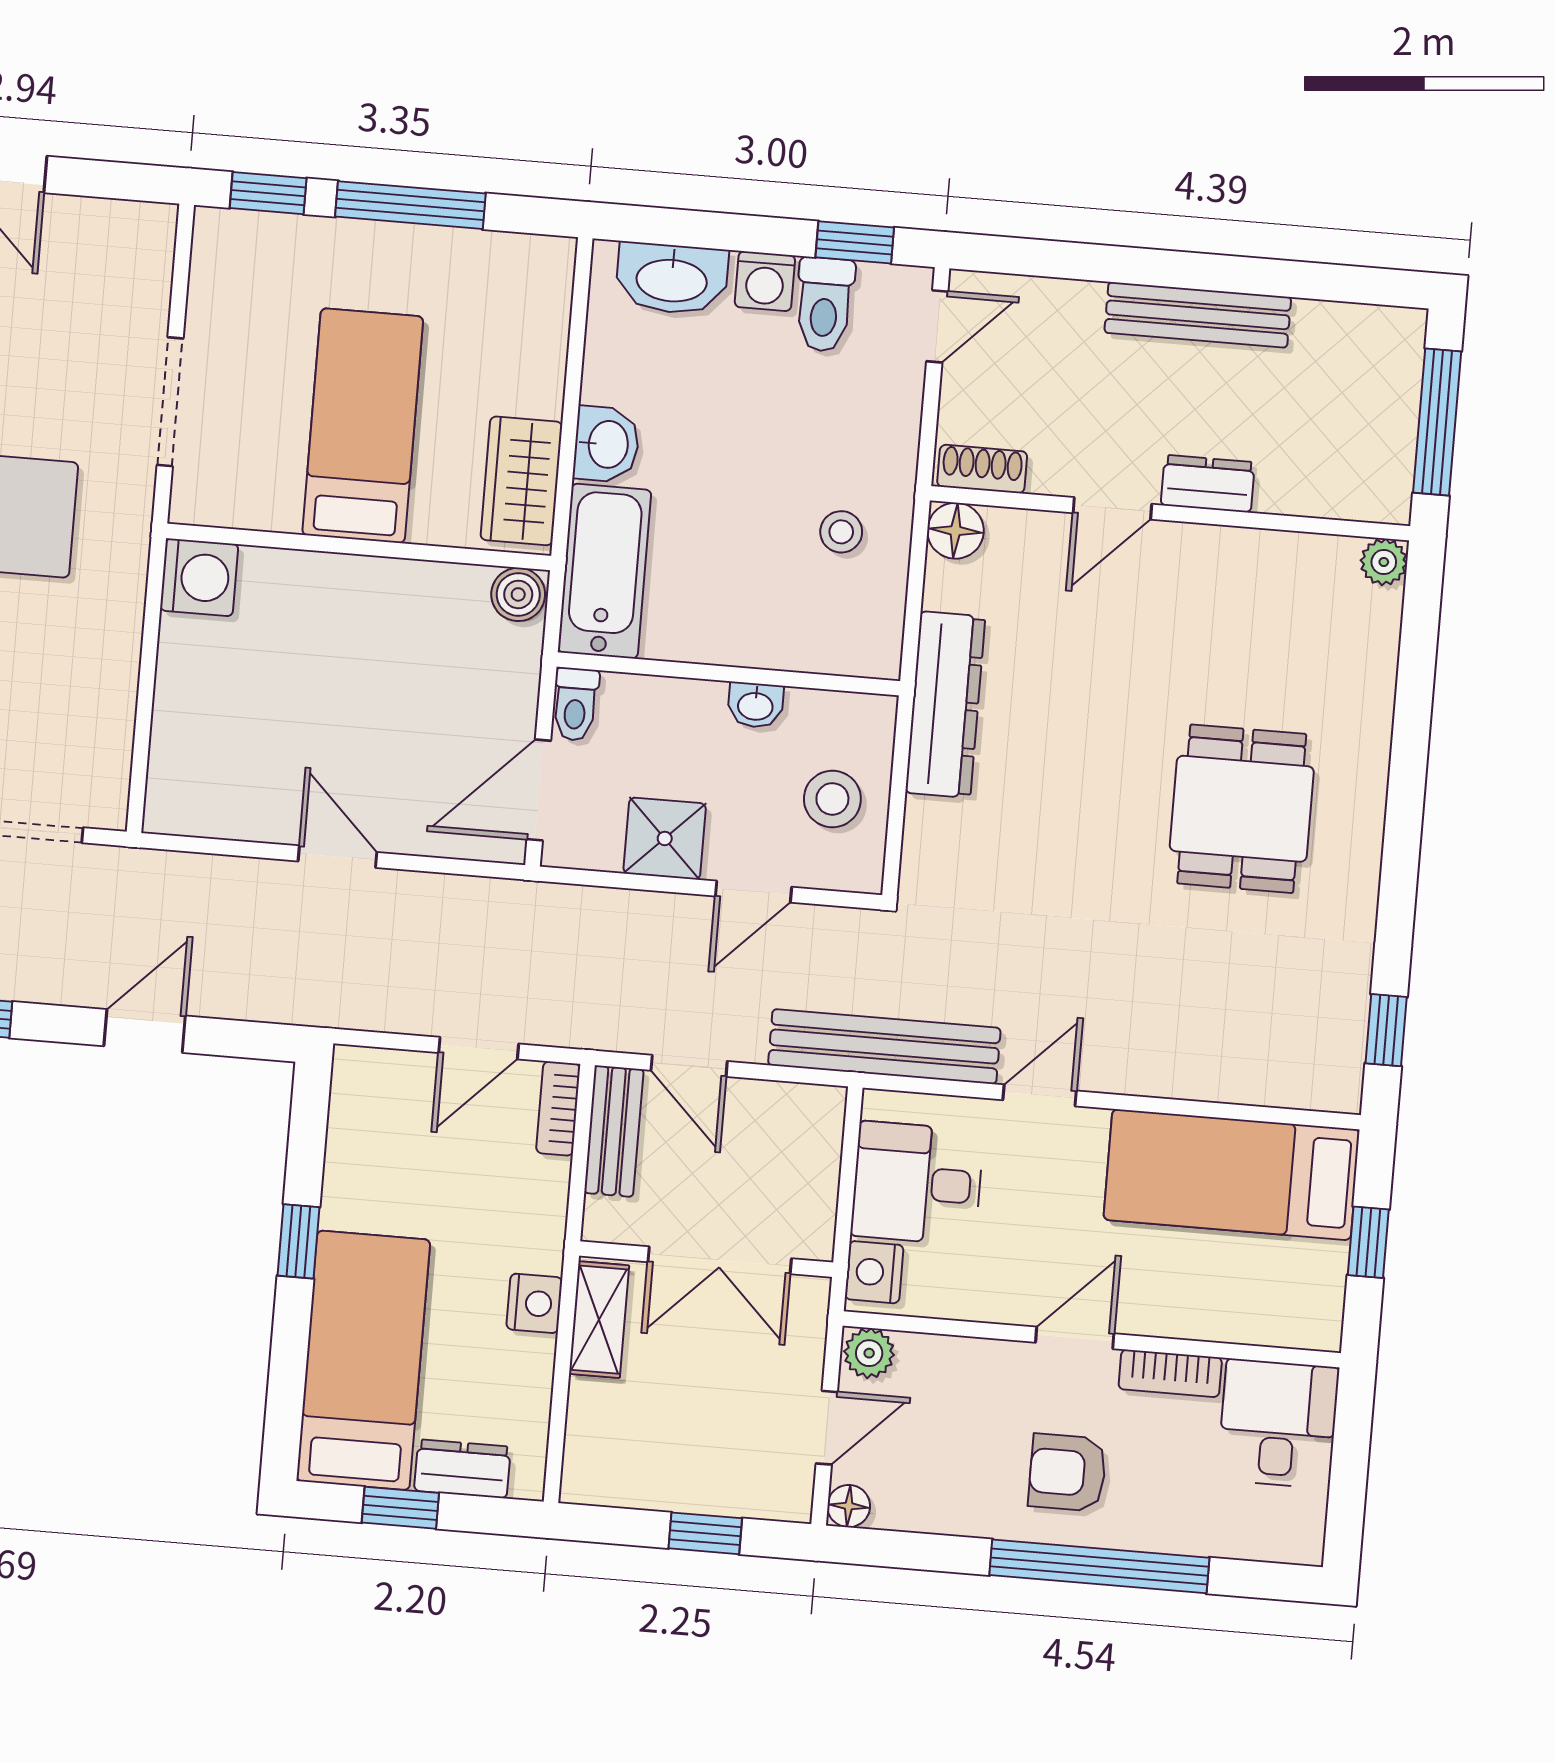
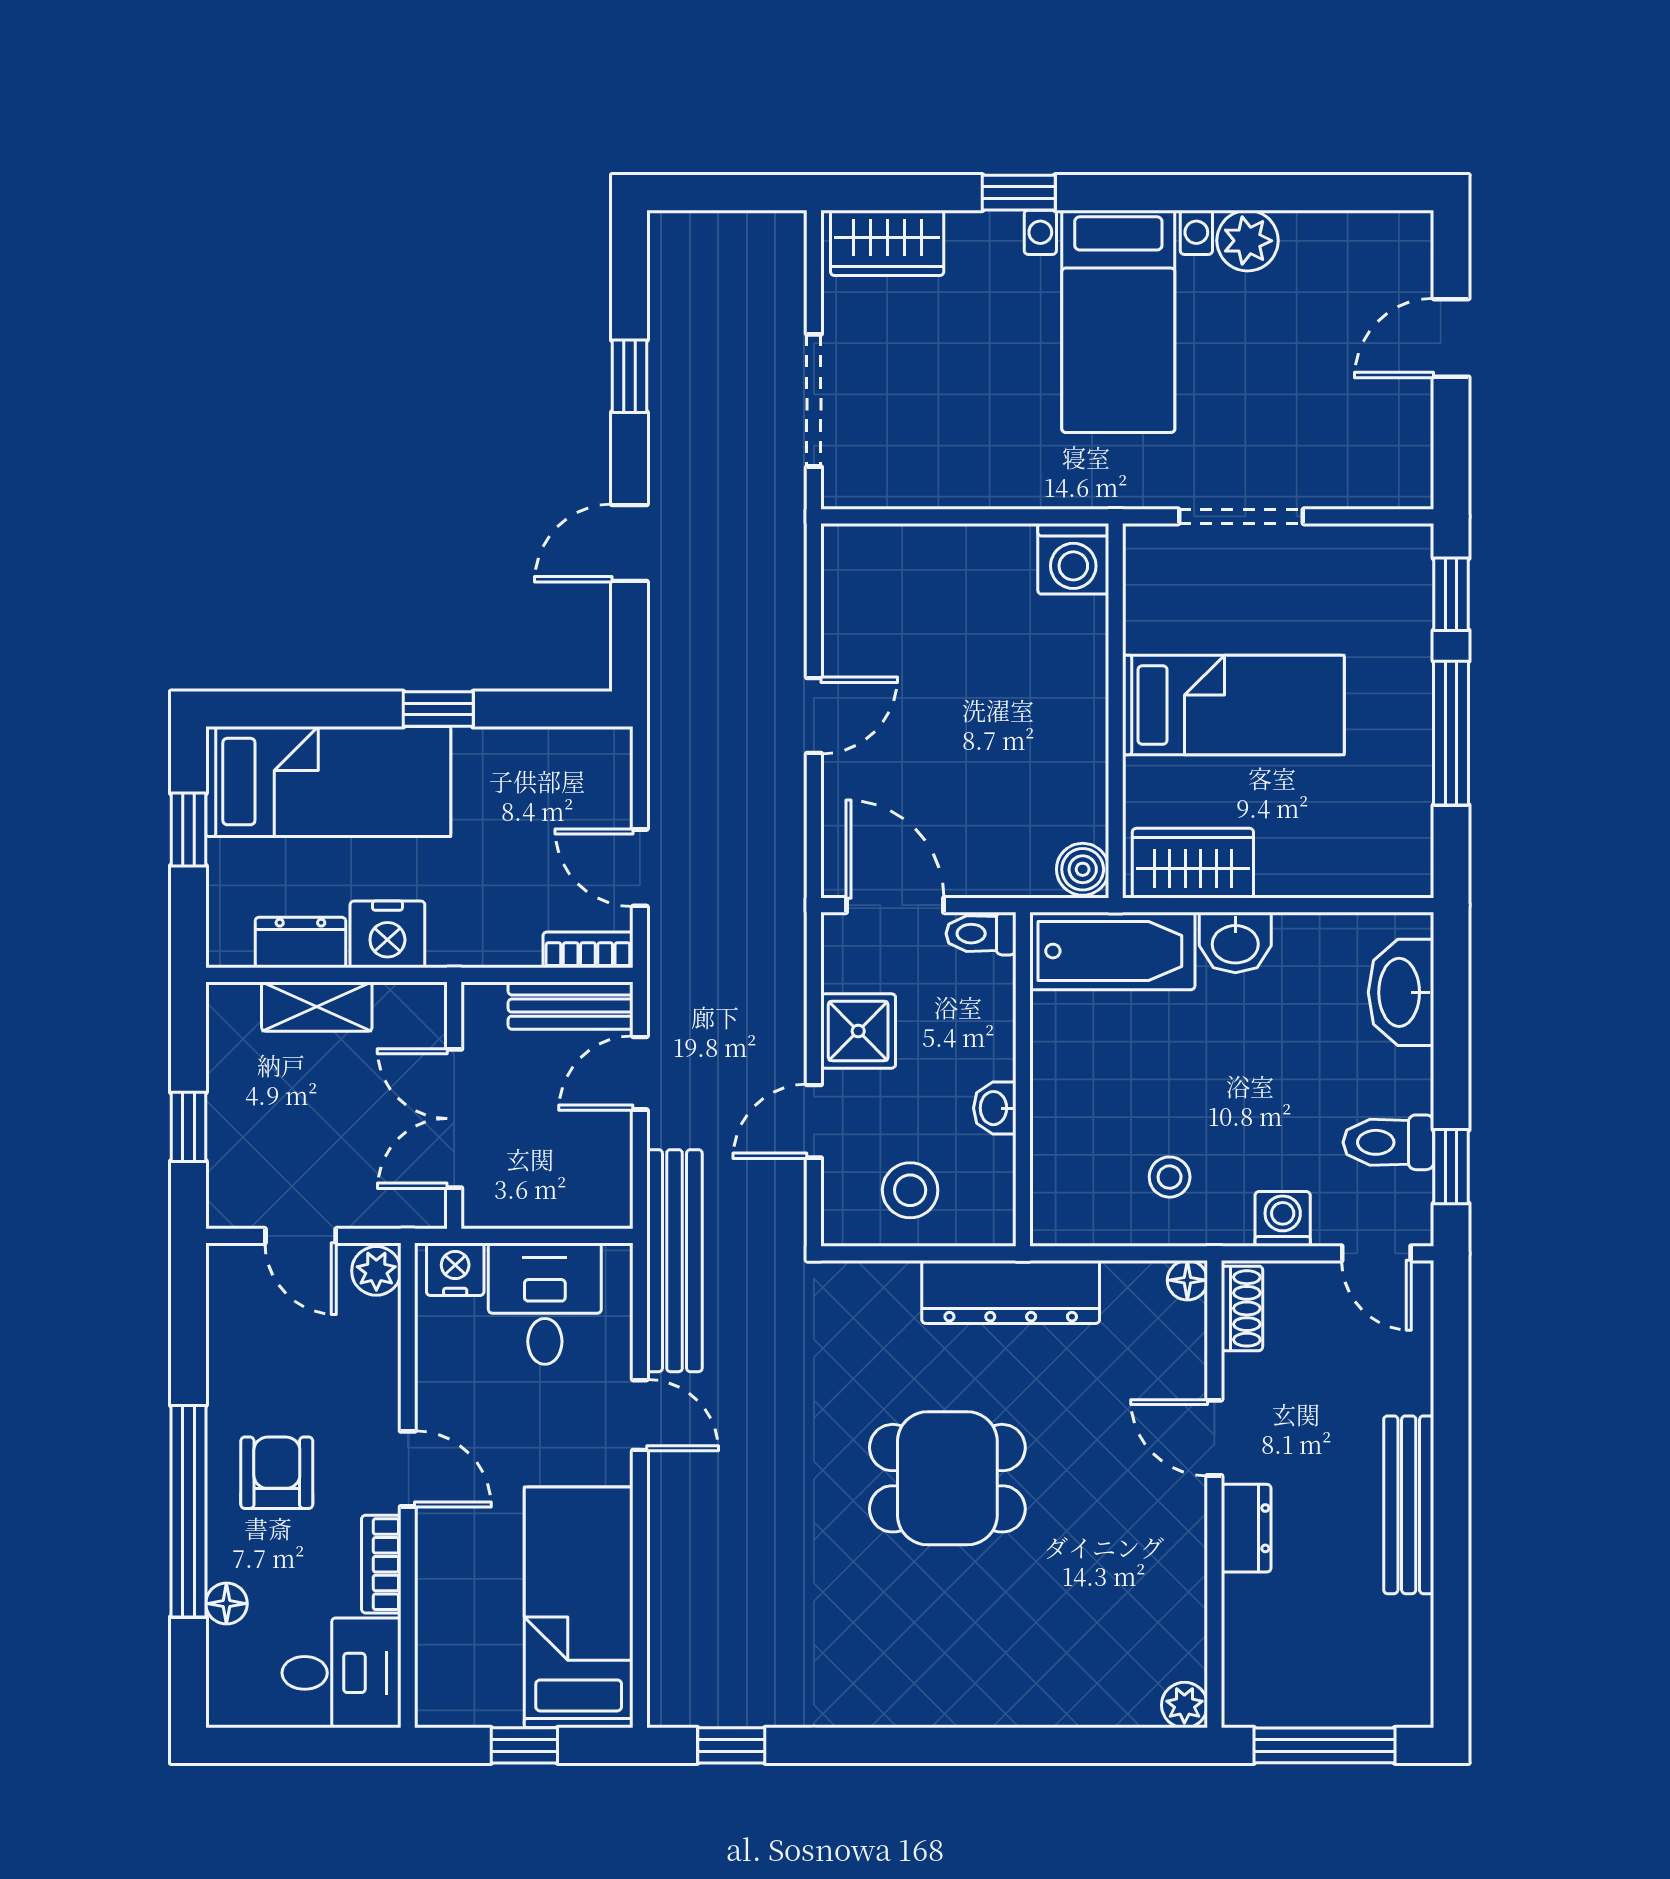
washing machine: (765, 281) -> (1283, 1219), moved, turned 90
floor lamp: (955, 531) -> (1187, 1280), width x0.73, depth x0.73
dining table: (1242, 809) -> (947, 1478), moved
door: (753, 892) -> (814, 1121), hinge flipped
door: (145, 1031) -> (629, 543), swing flipped
nightstand: (534, 1303) -> (387, 934), width x1.36, depth x1.33
shelving: (599, 1320) -> (317, 1007), moved
dresser: (462, 1469) -> (300, 942), moved, turned -90
floor lamp: (849, 1506) -> (226, 1604), moved

